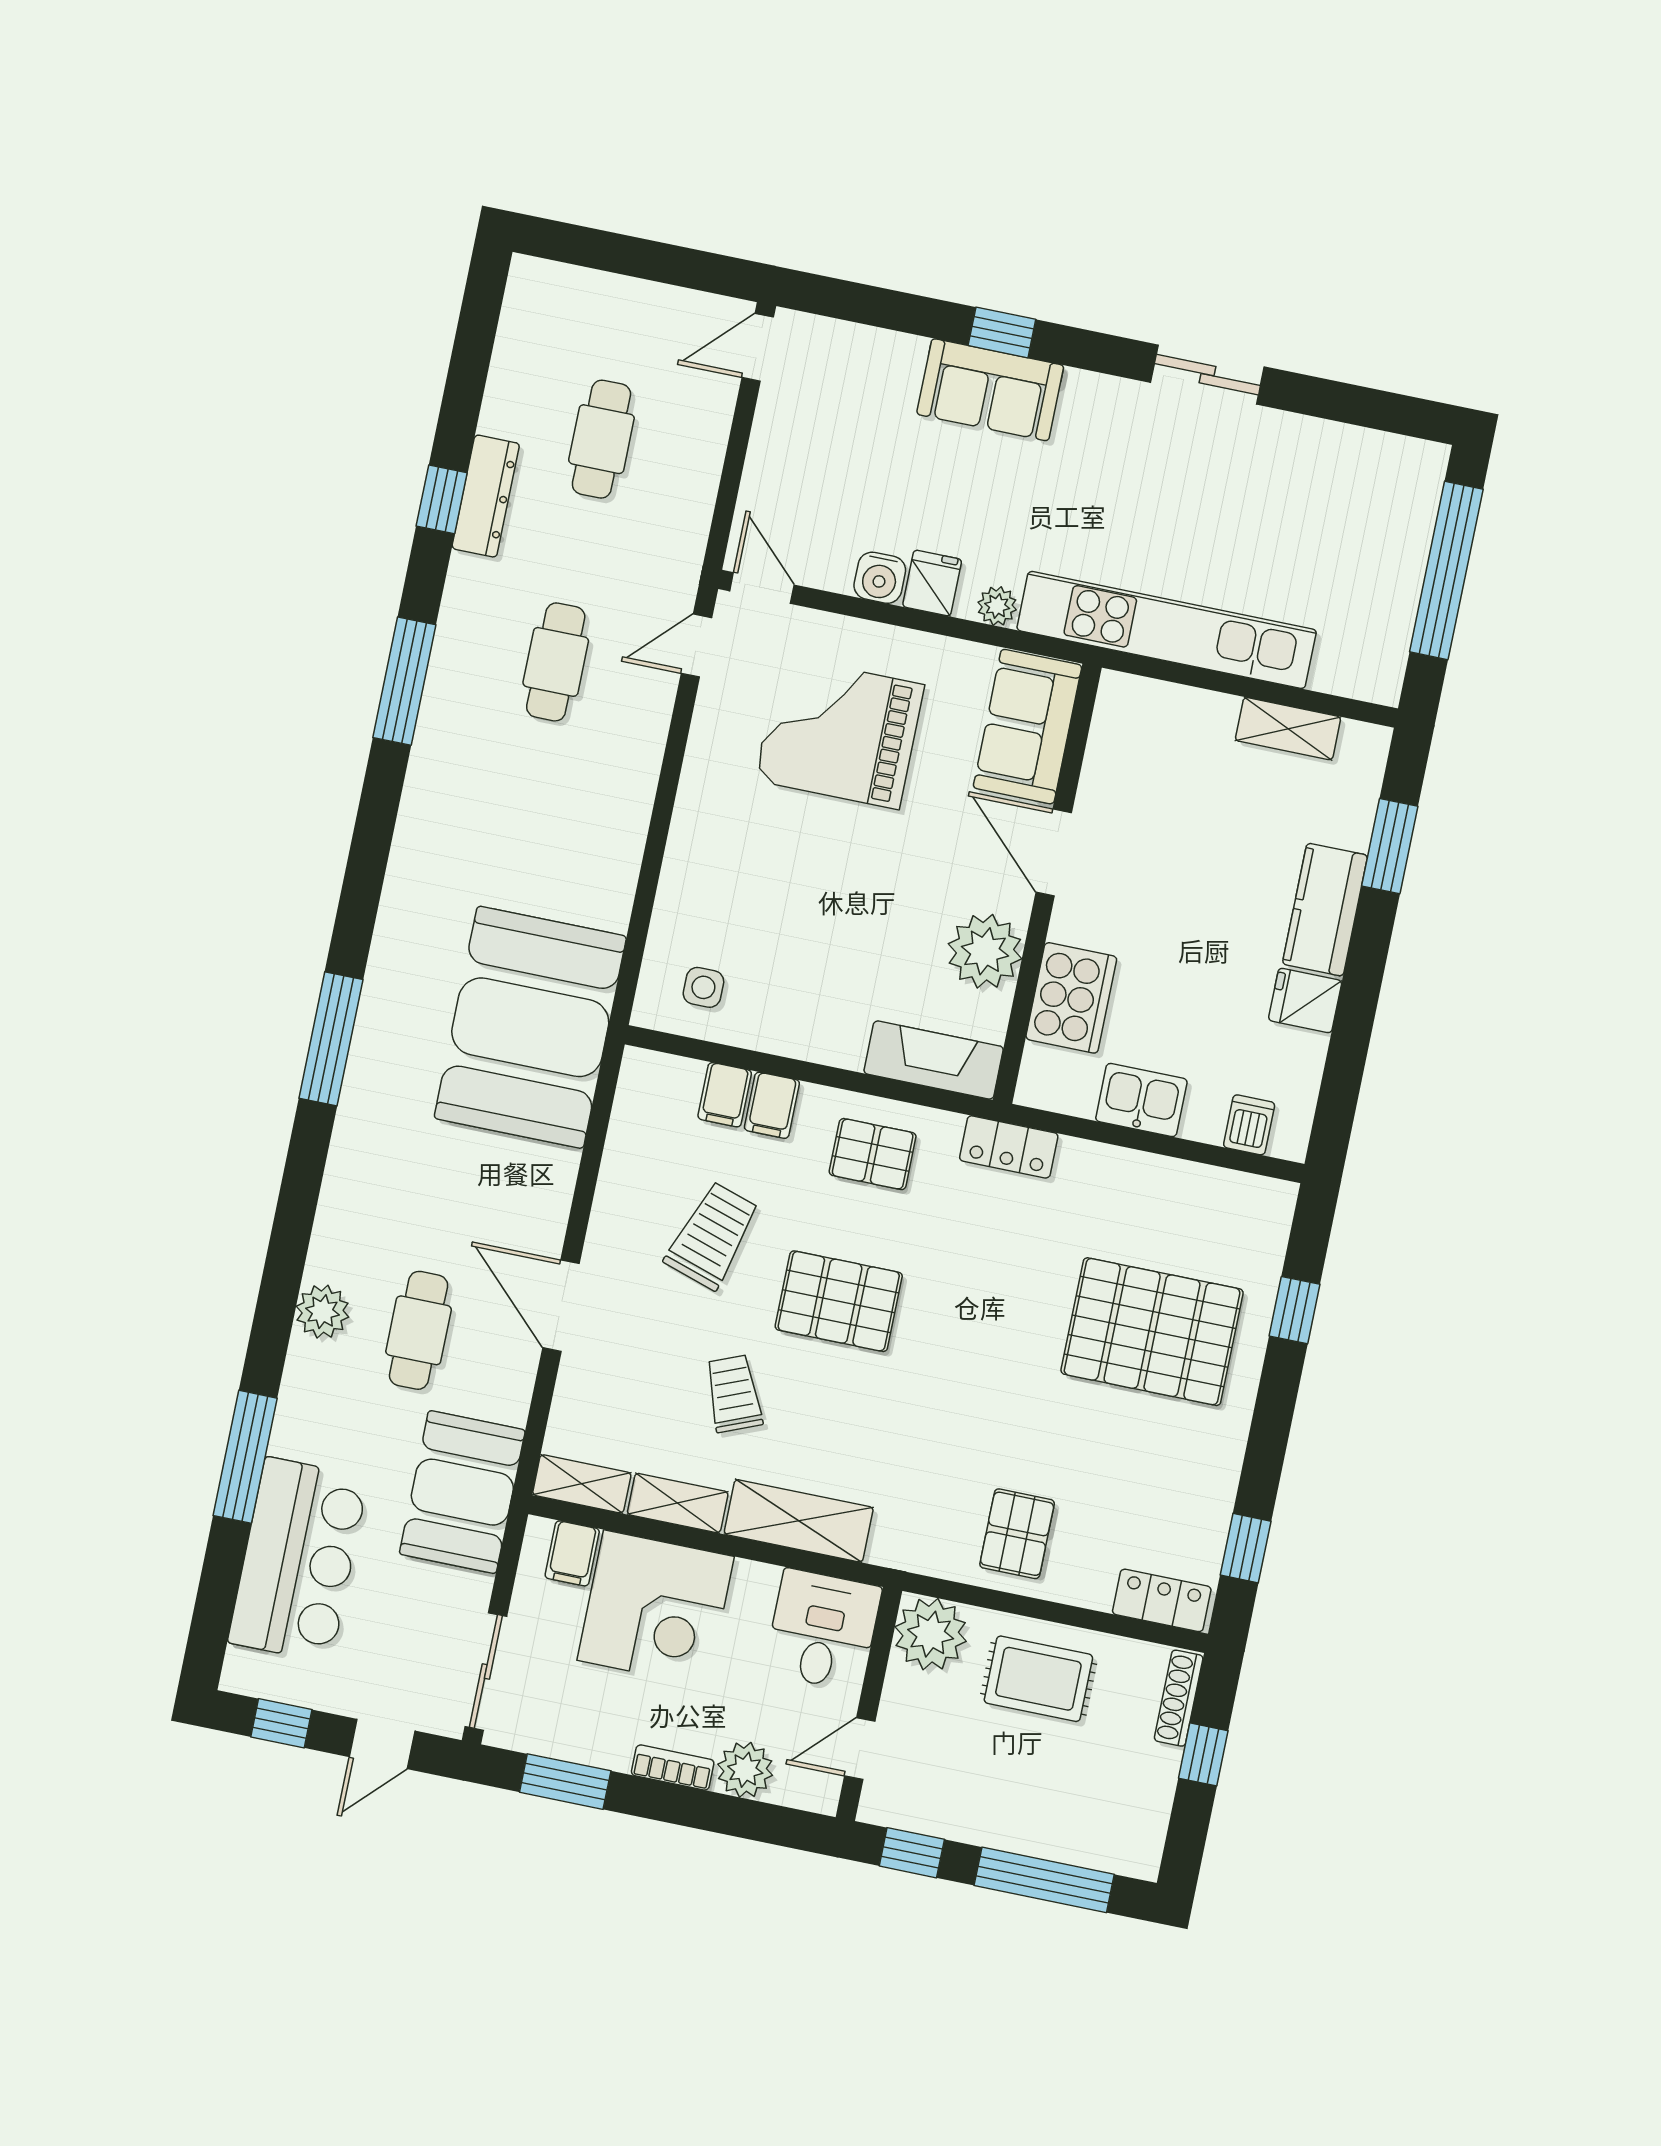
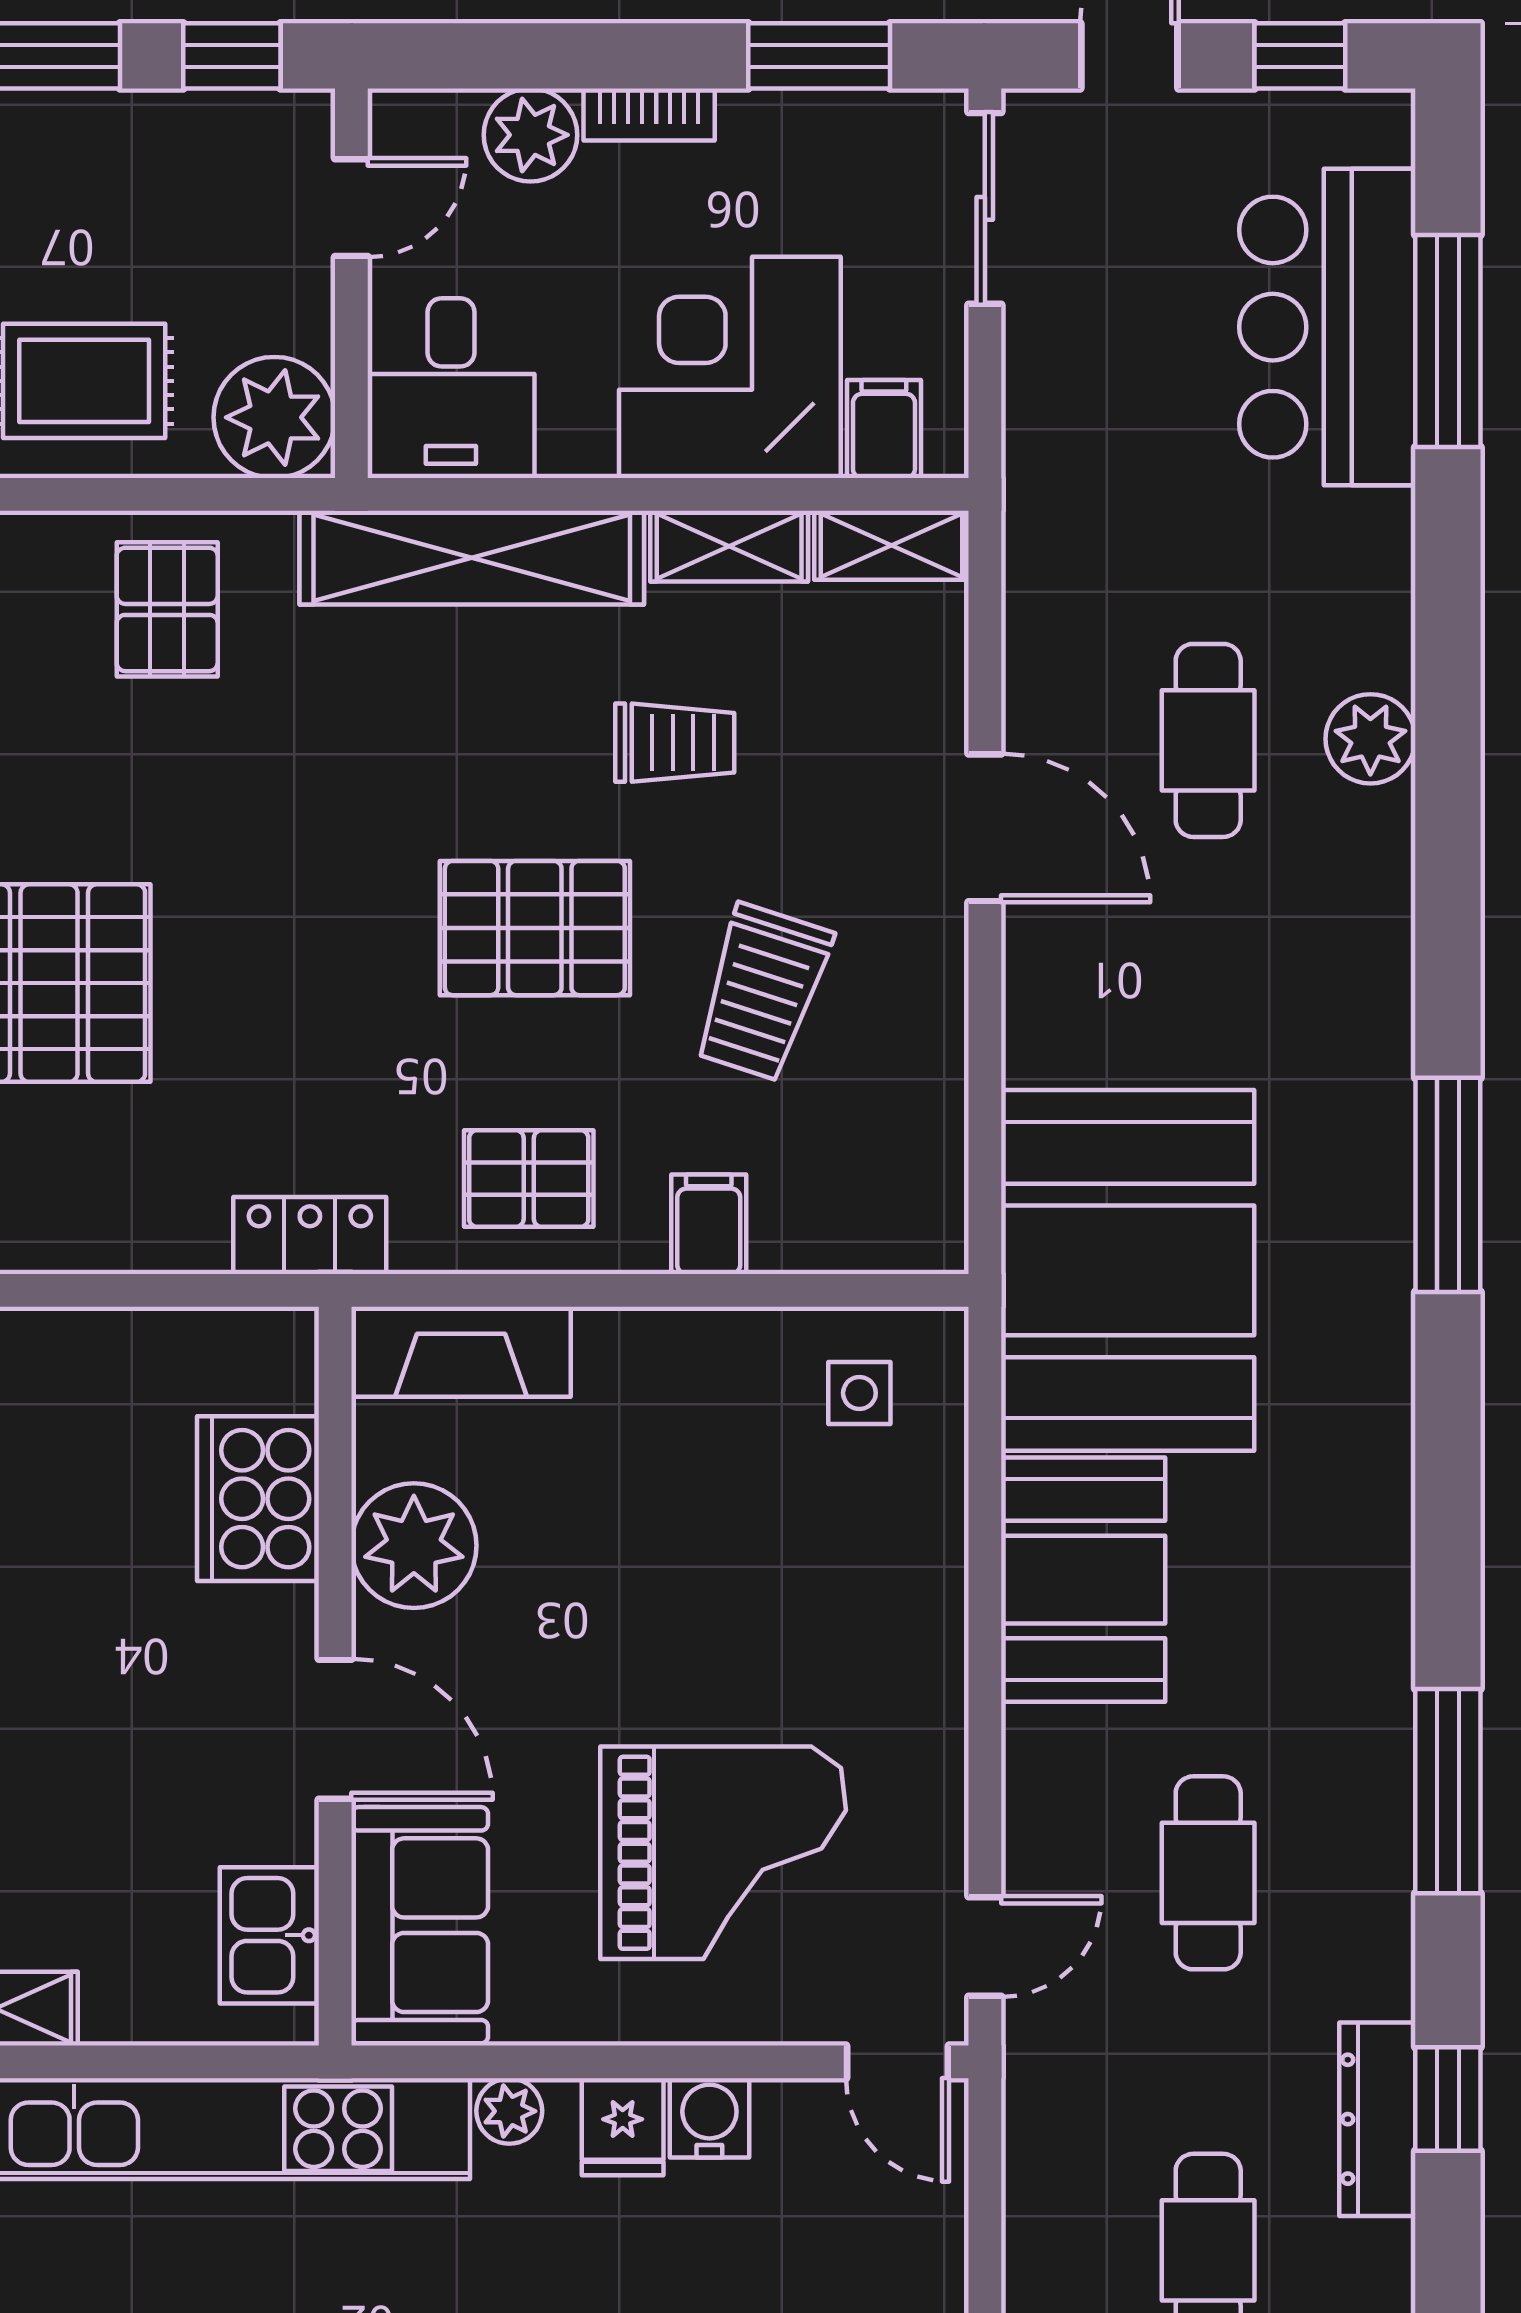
filing cabinet: (725, 1095) -> (789, 1226), removed
kitchen sink: (1141, 1100) -> (269, 1935), moved, turned 90
trolley: (734, 1394) -> (675, 743), turned -68
window: (245, 1457) -> (1448, 341), moved
booth: (462, 1492) -> (1083, 1580), moved
shelving: (799, 1521) -> (472, 558), width x1.47

